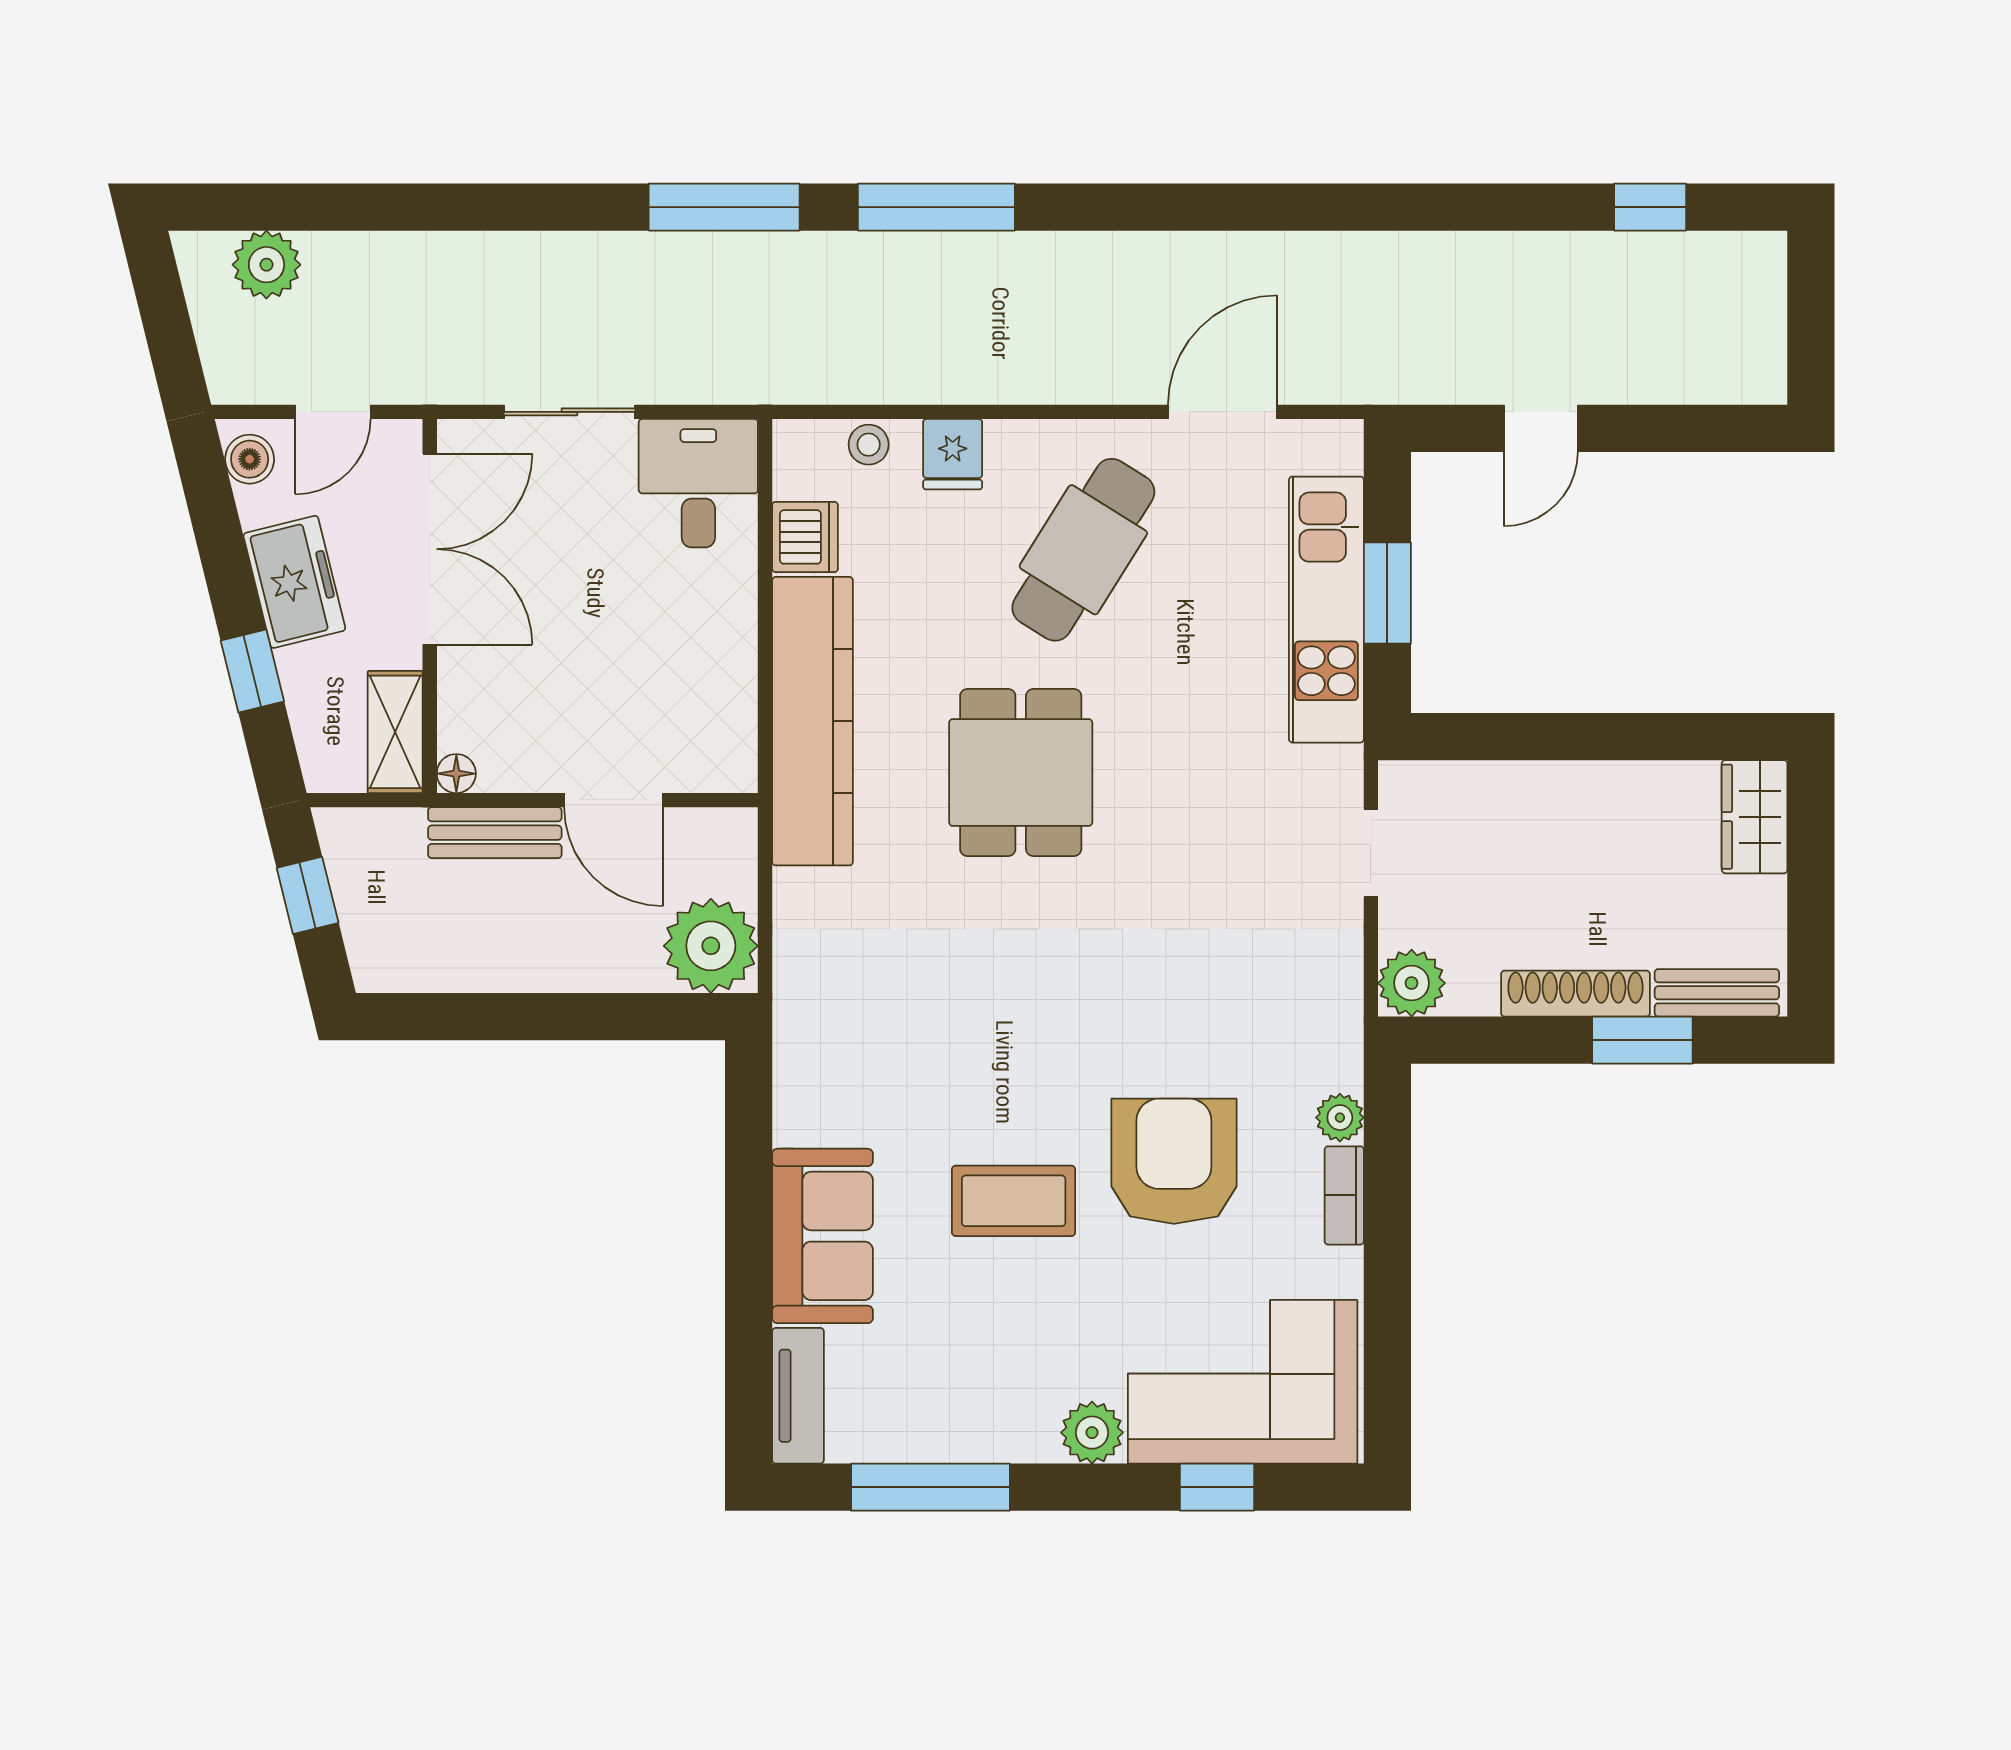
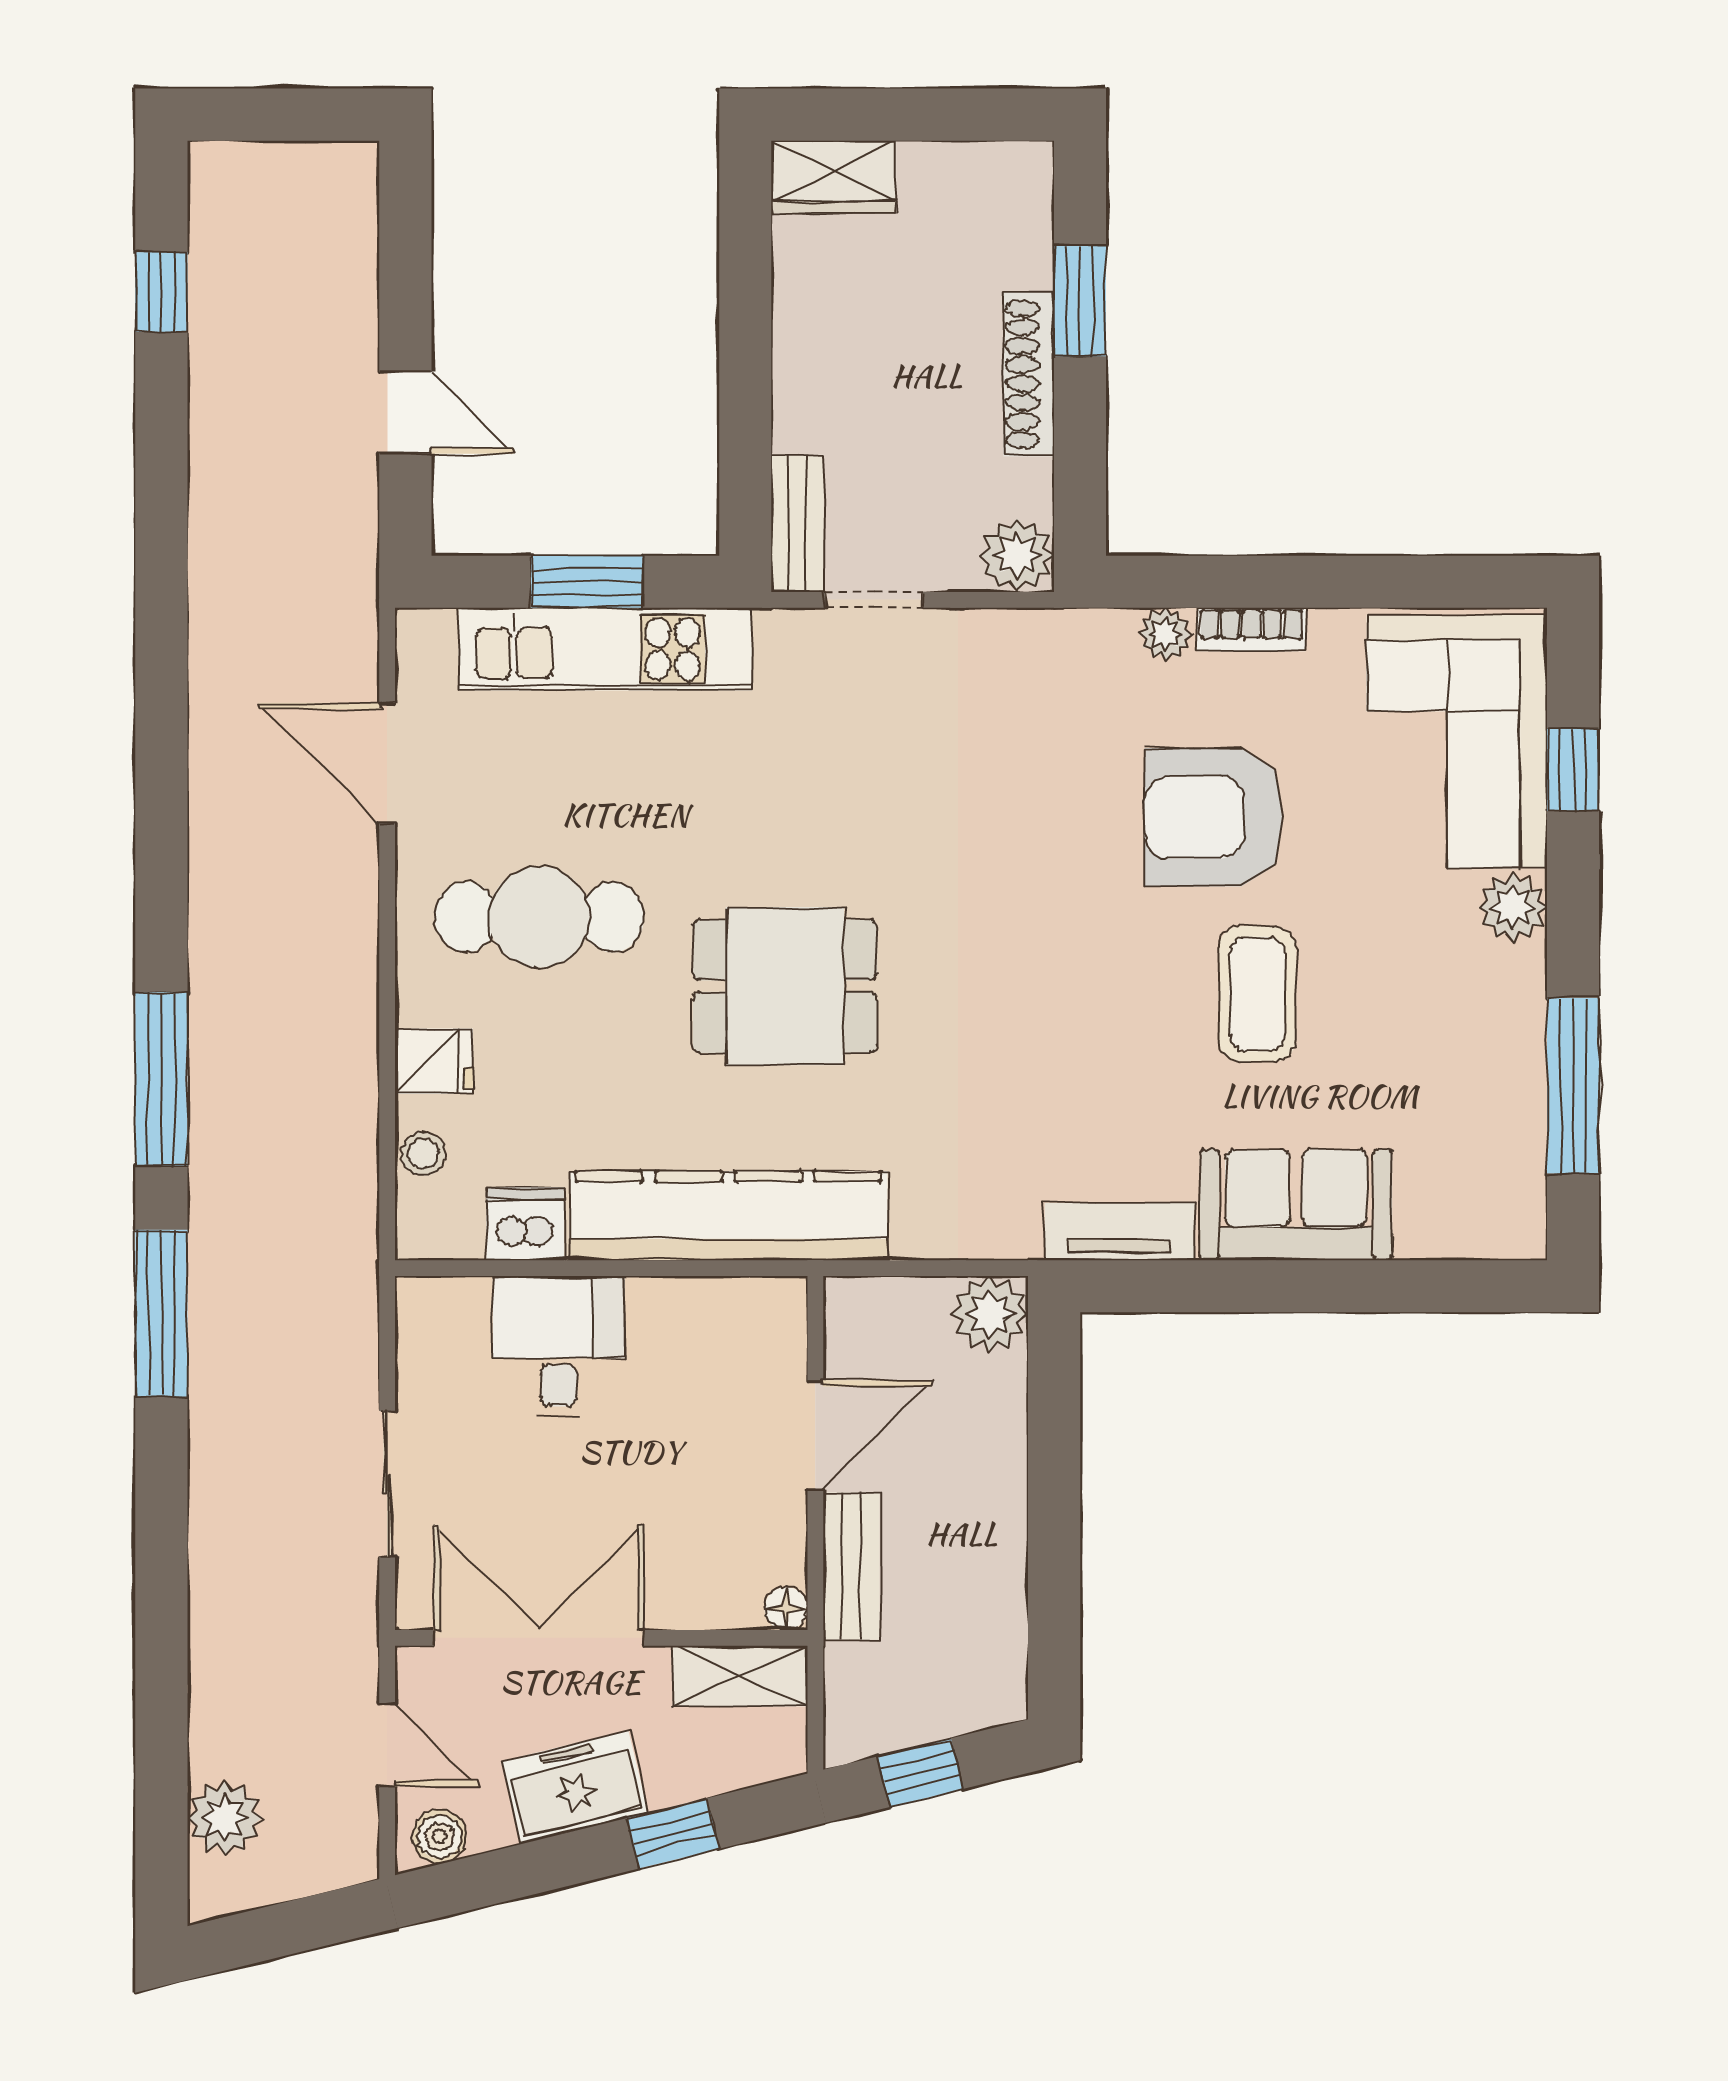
desk: (698, 483) -> (559, 1347), moved, turned 90
cafe table: (1083, 550) -> (539, 917), turned -32
plant: (711, 946) -> (990, 1314), width x0.73, depth x0.73
bench: (1717, 993) -> (797, 524), moved
tv unit: (798, 1396) -> (1120, 1232), moved

